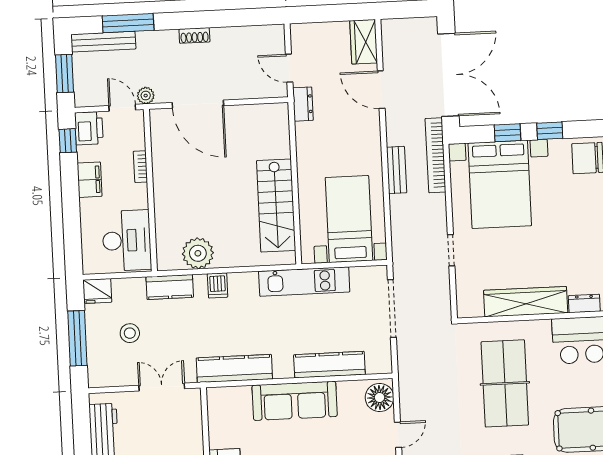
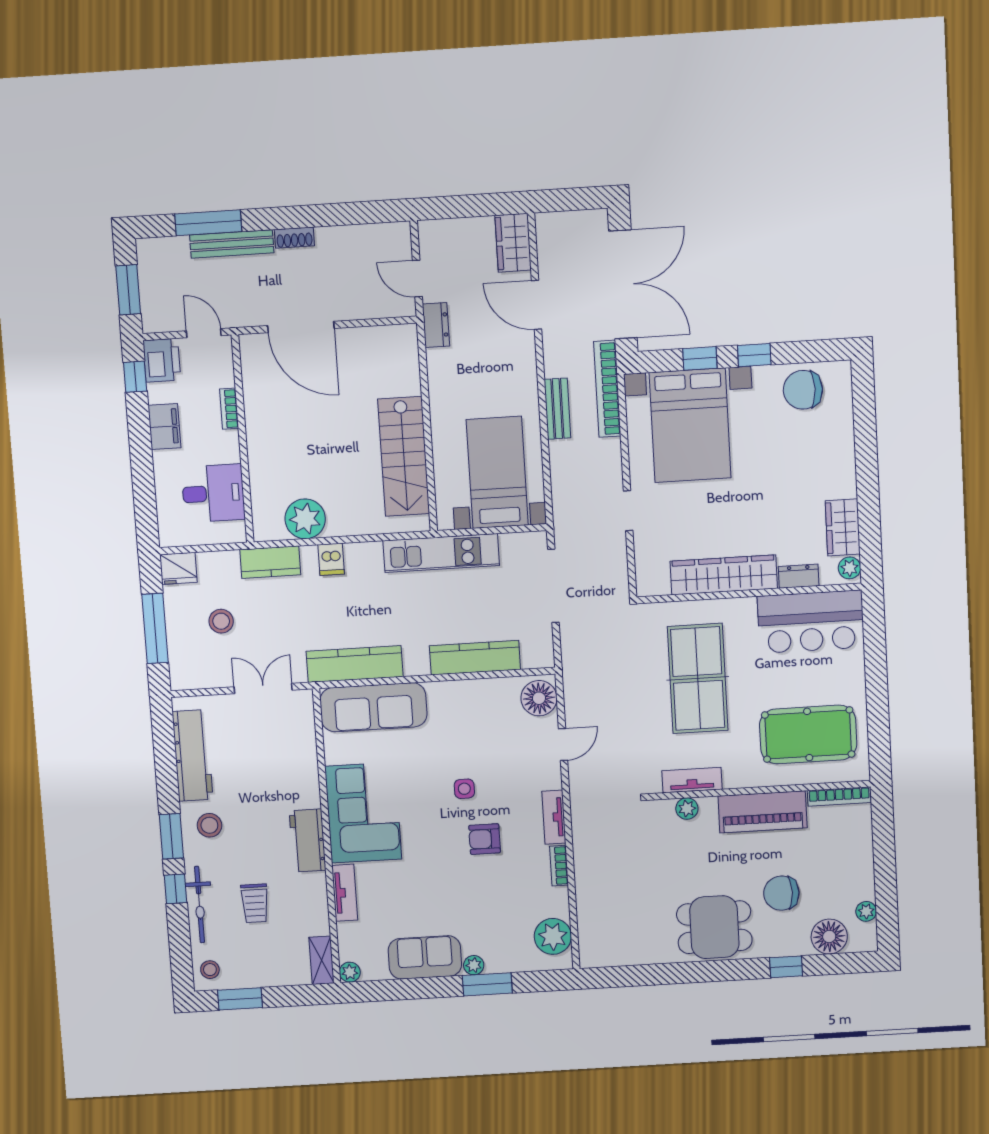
bench: (103, 42) -> (232, 244), moved
plant: (146, 96) -> (233, 317), removed
desk: (127, 240) -> (213, 493), width x0.73
sofa: (295, 401) -> (373, 707), moved

